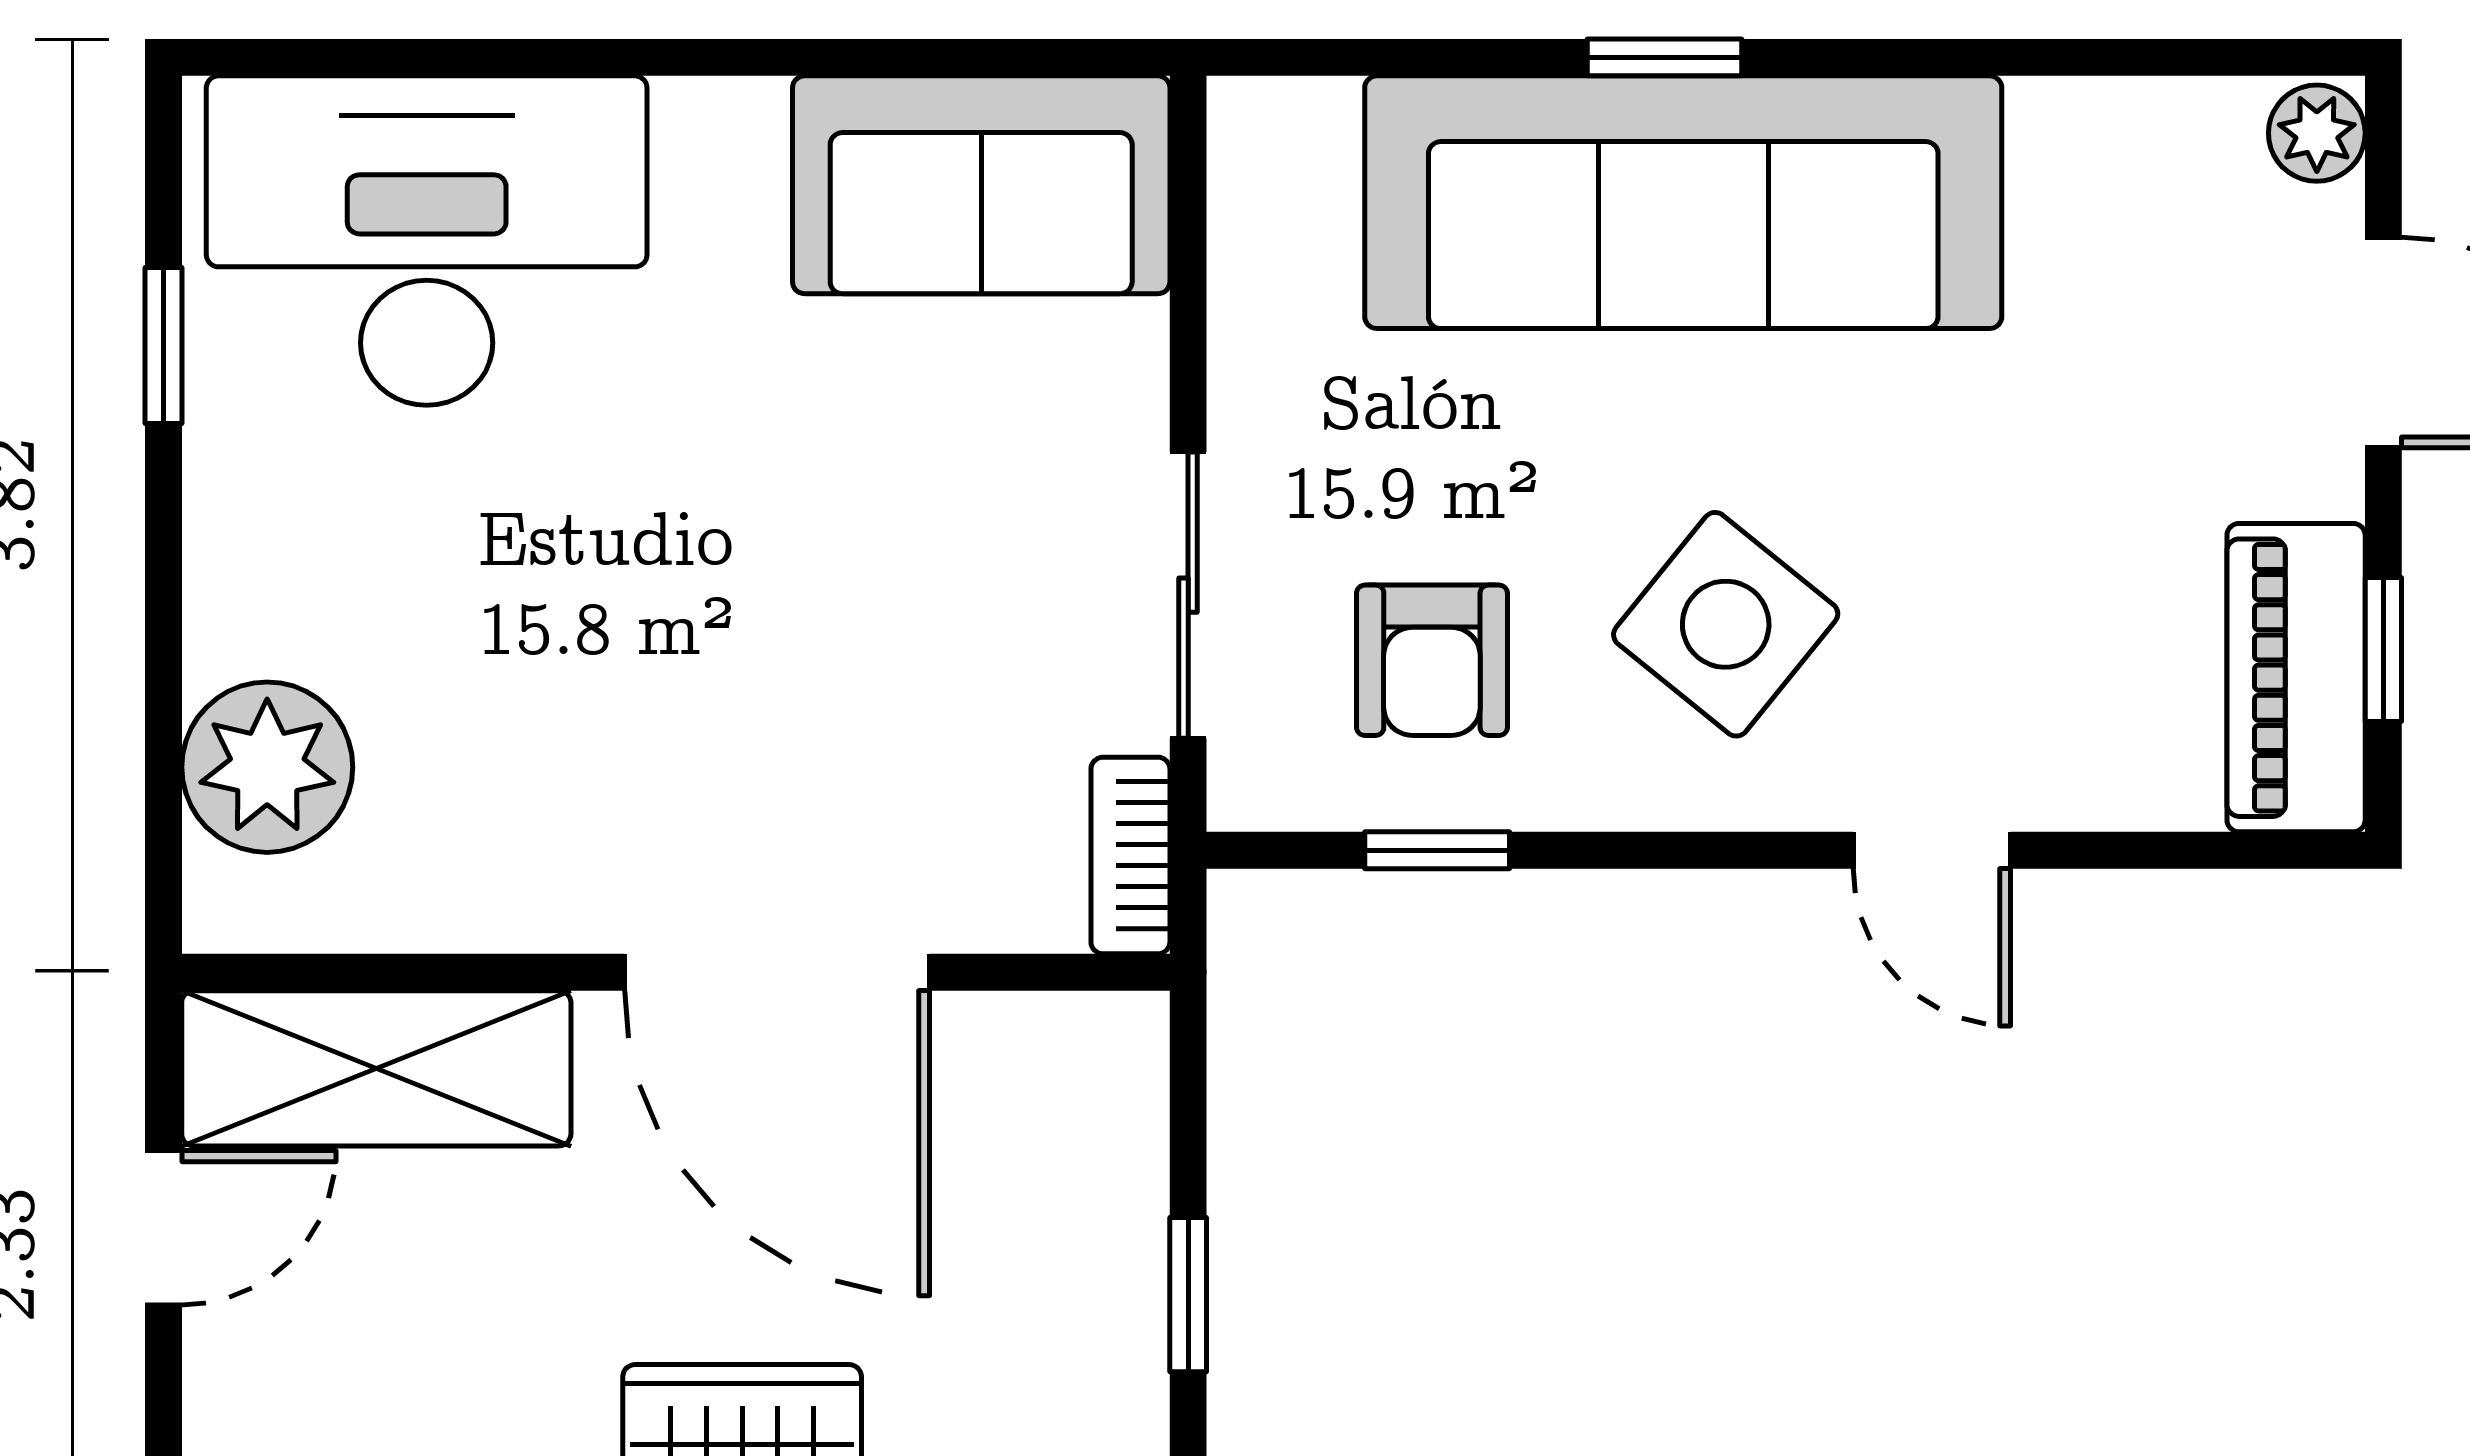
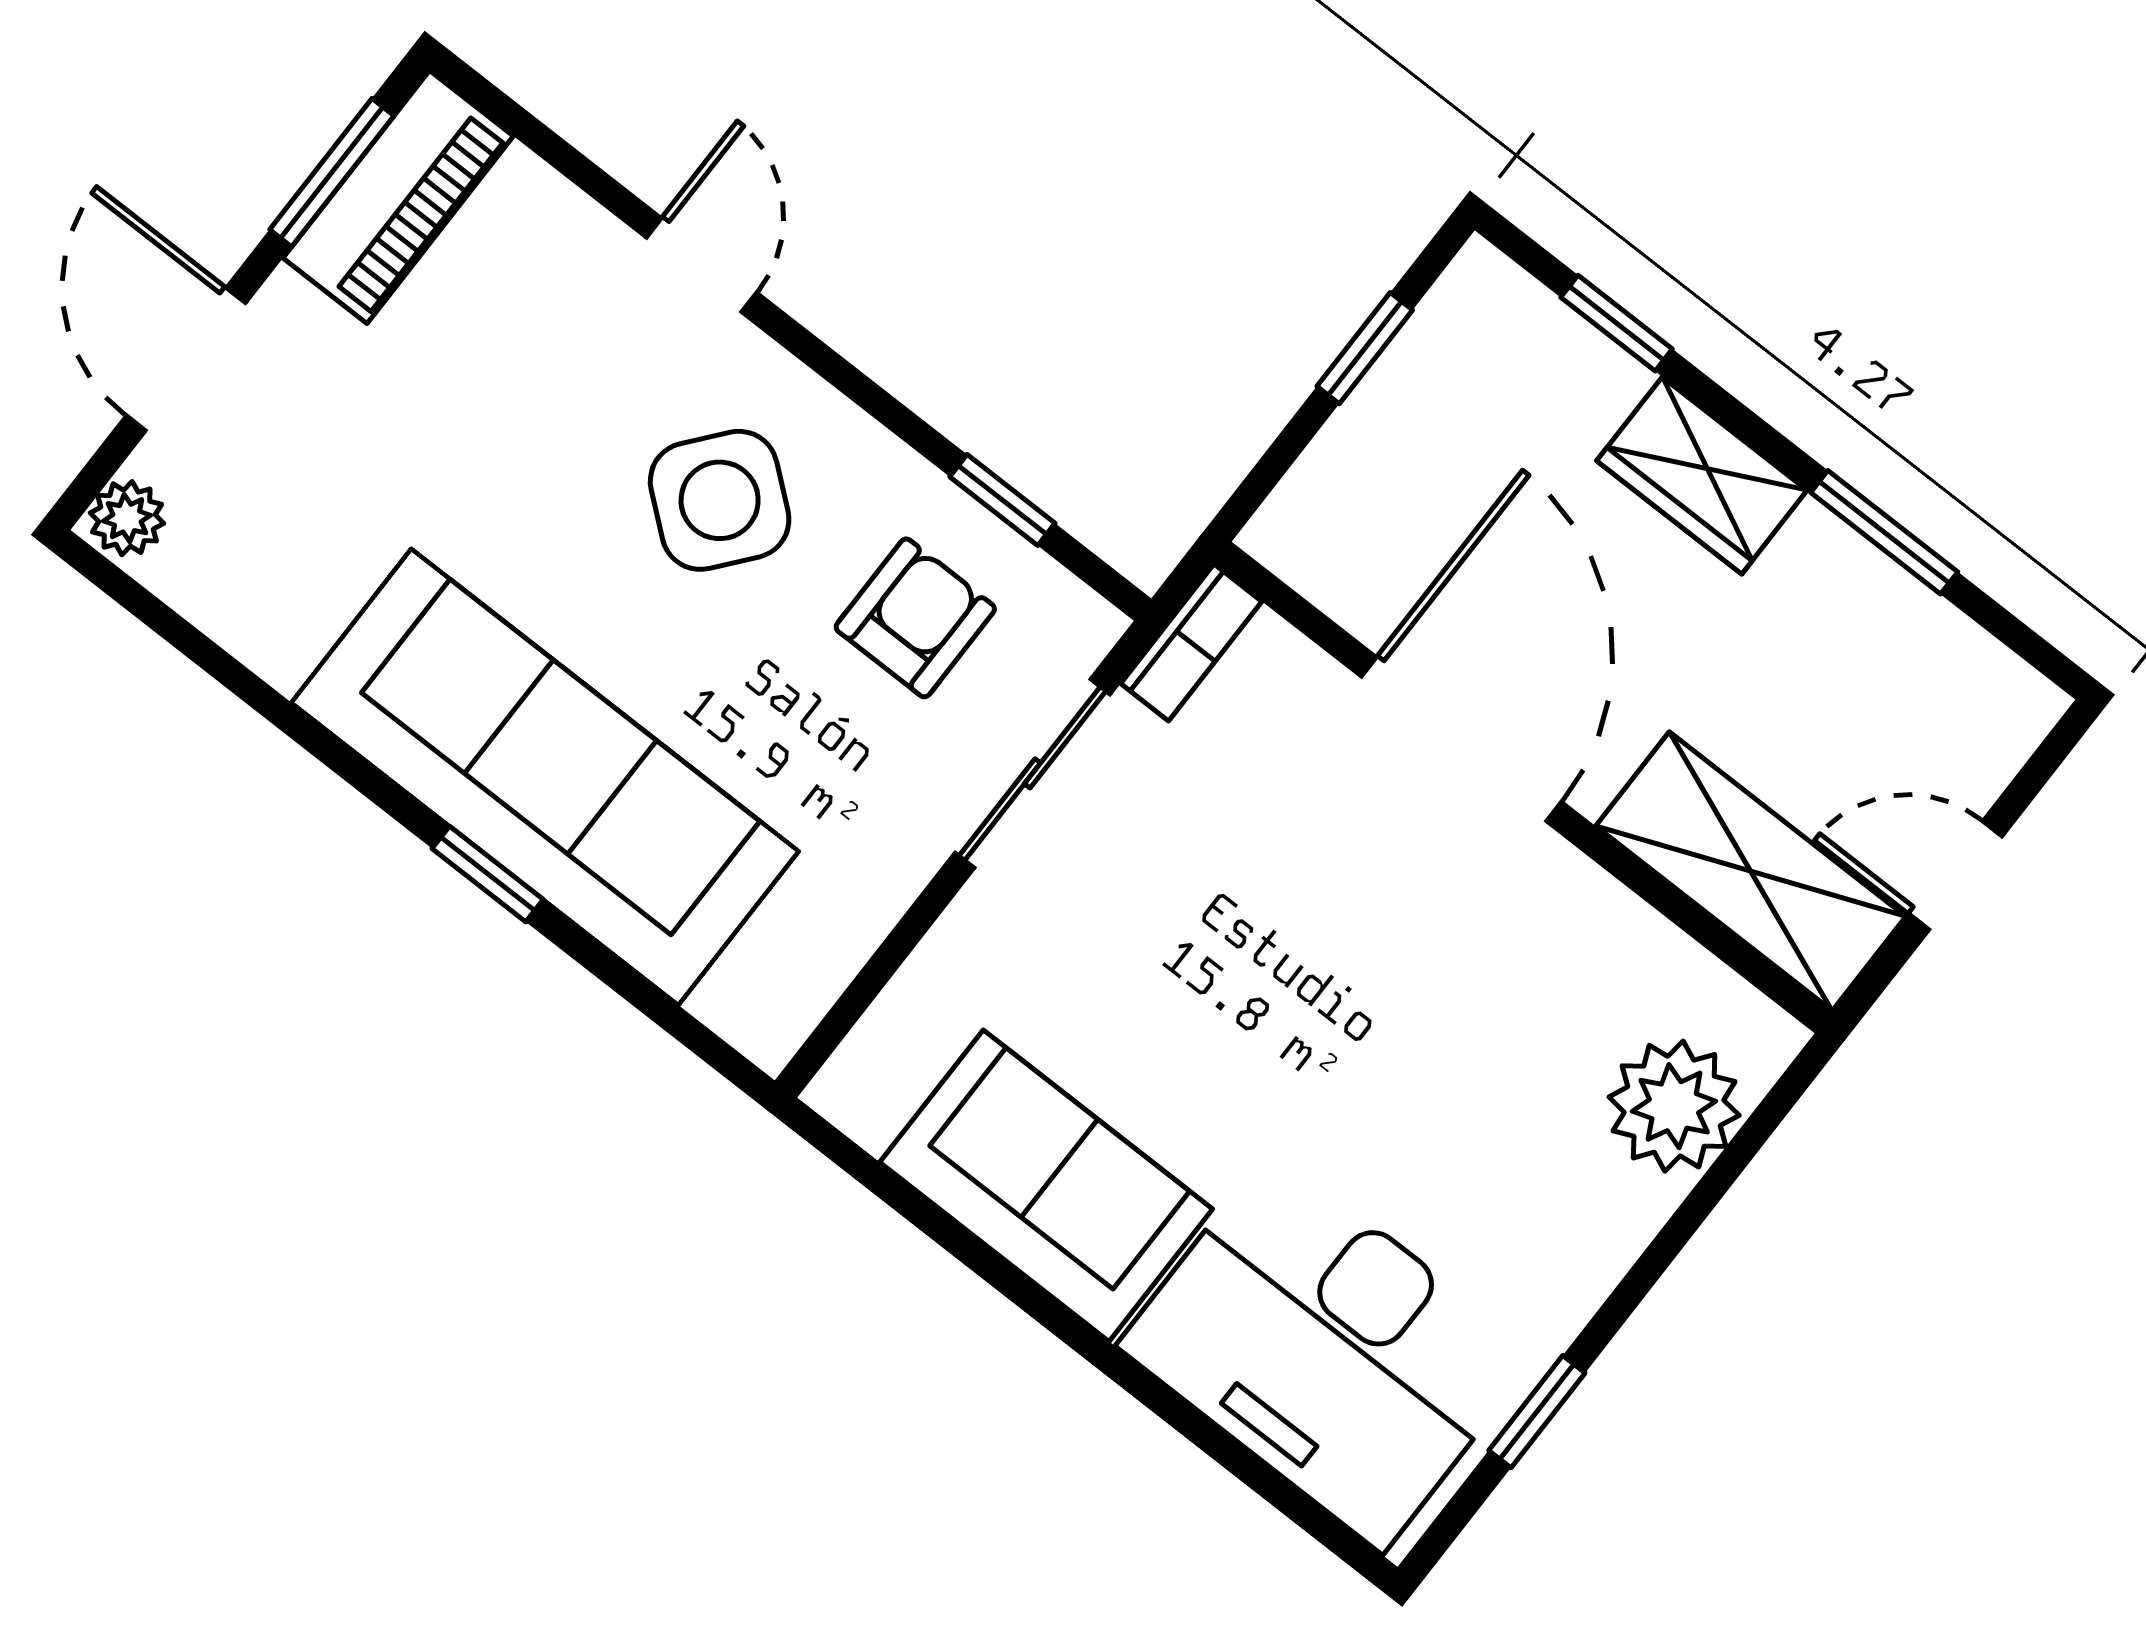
sofa: (981, 185) -> (1046, 1186), moved
window: (2383, 650) -> (332, 173), width x1.50

